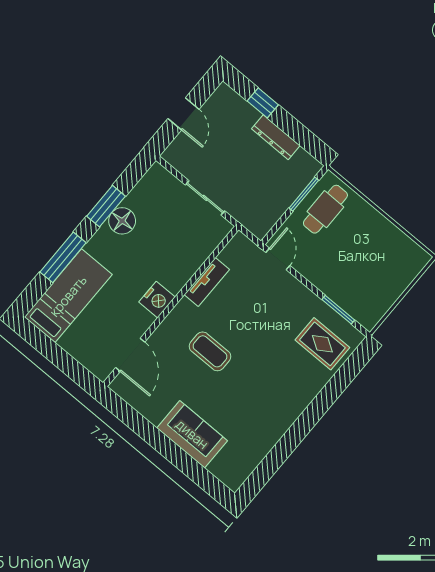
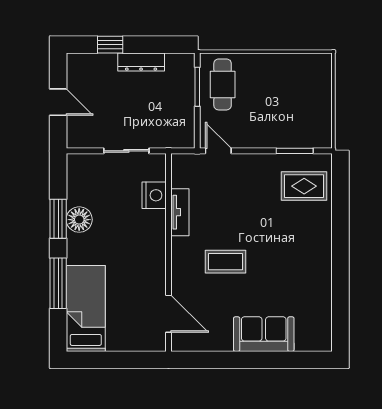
nightstand: (157, 300) -> (154, 195), moved

